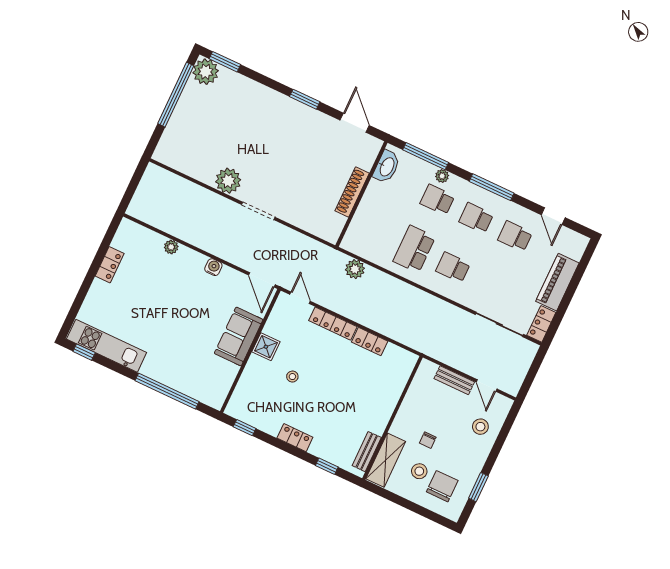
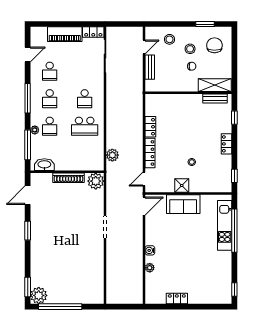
plant: (228, 181) -> (96, 181), moved
water cooler: (213, 267) -> (150, 250), moved
kitchen unit: (107, 346) -> (225, 225), moved
stool: (419, 471) -> (190, 49), moved
chair: (442, 486) -> (214, 45), turned 90

